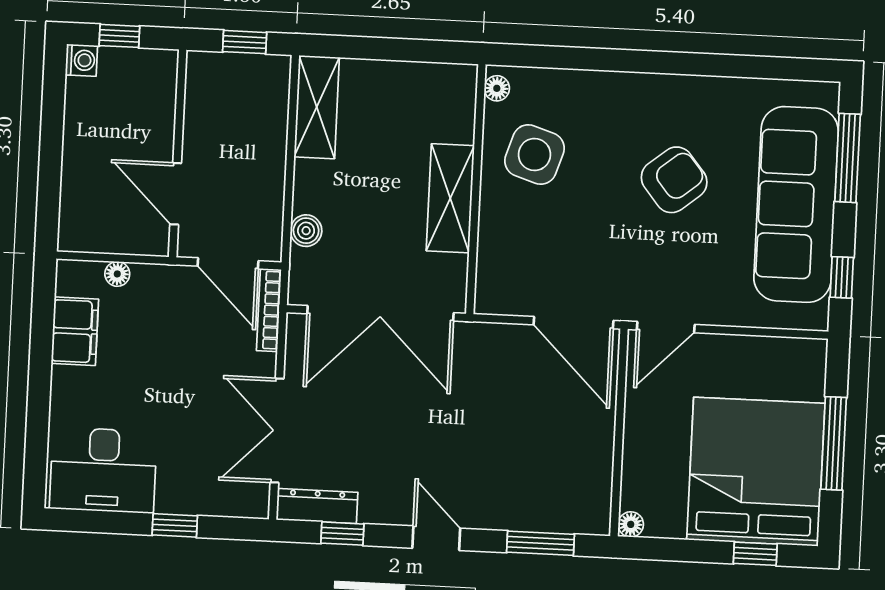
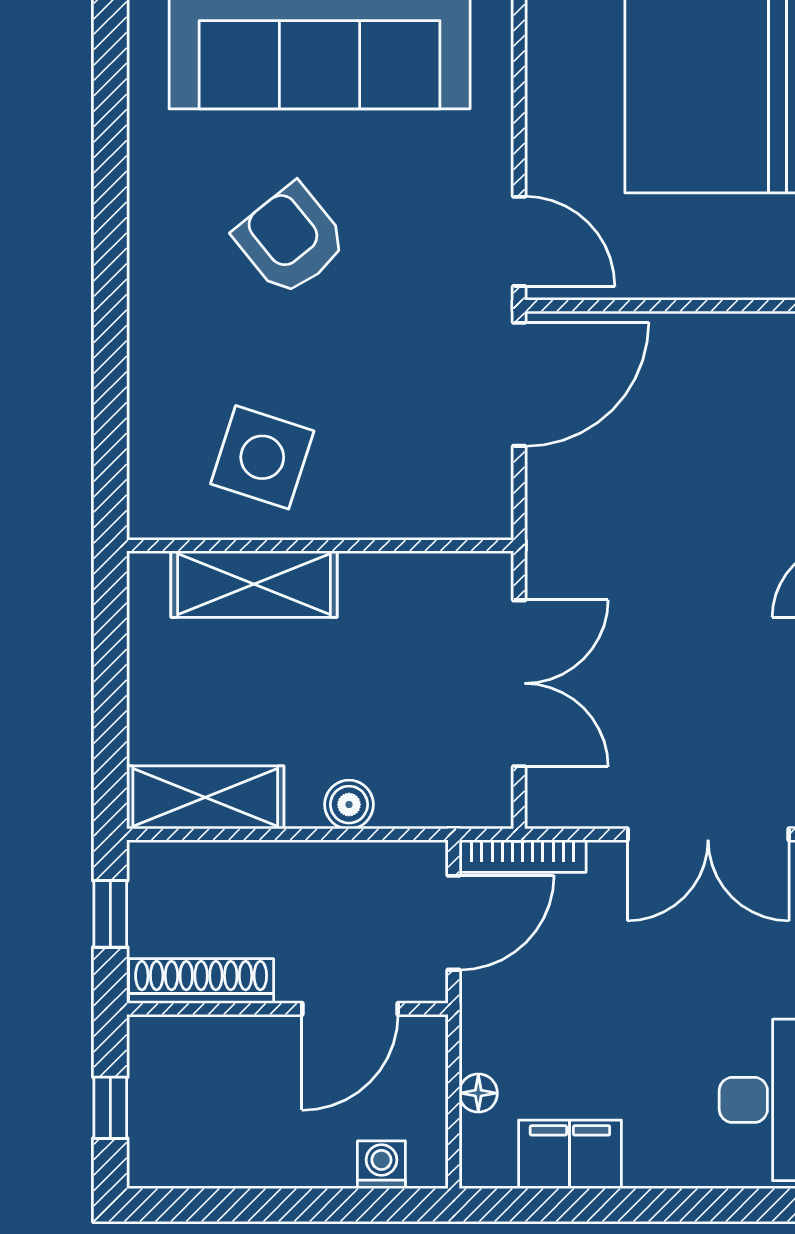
washing machine: (81, 60) -> (381, 1165), moved
floor lamp: (497, 88) -> (163, 521), removed
shoe rack: (198, 99) -> (201, 981), added
shelving: (450, 198) -> (254, 584), moved
boiler: (306, 231) -> (349, 805), moved
double door: (380, 313) -> (519, 683), width x0.73

